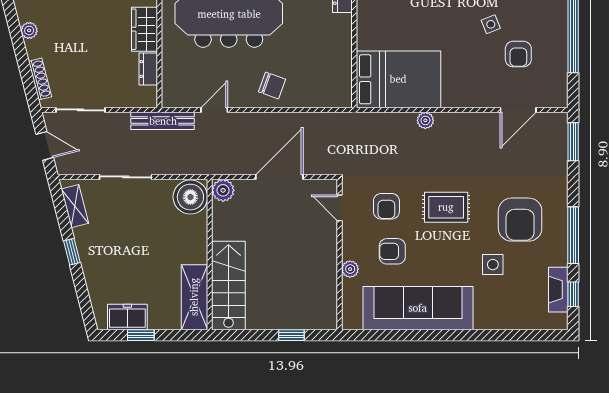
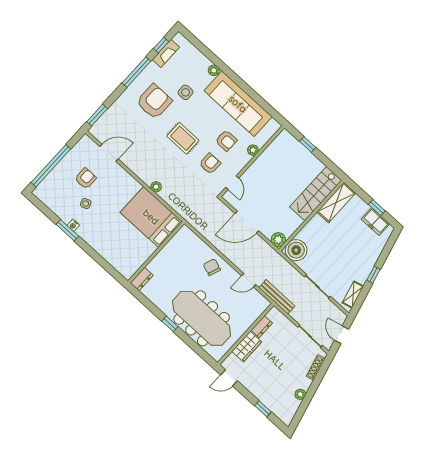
plant: (483, 321) -> (214, 70), added

